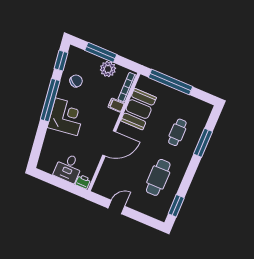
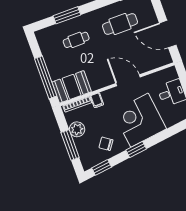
window: (50, 100) -> (136, 150), width x0.47
booth: (139, 109) -> (72, 87), moved
corner desk: (66, 117) -> (140, 120), width x1.36, depth x1.36
printer: (83, 182) -> (172, 74), removed
door: (116, 207) -> (168, 34), width x1.88

